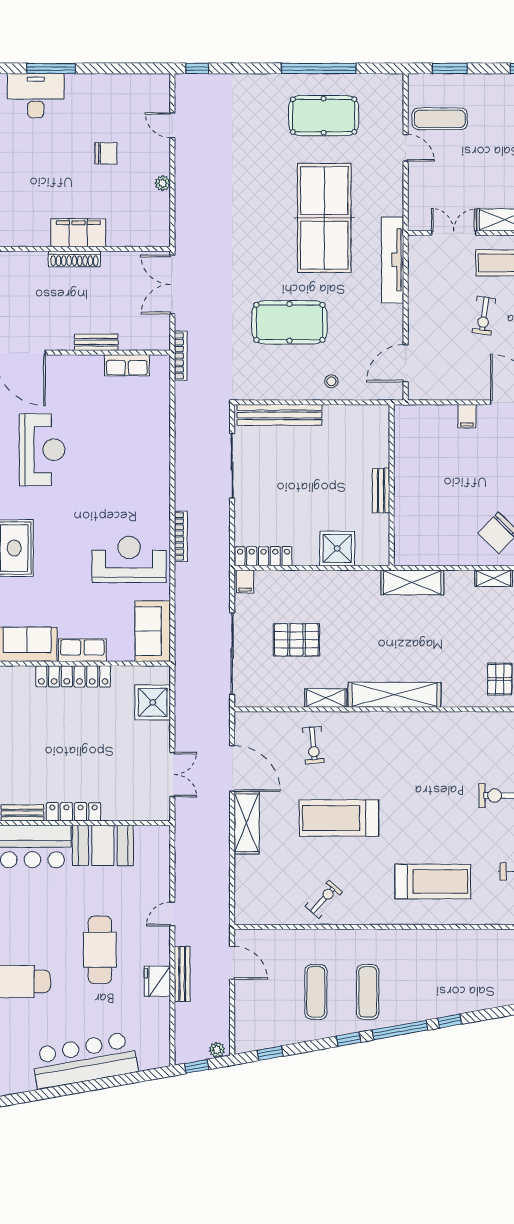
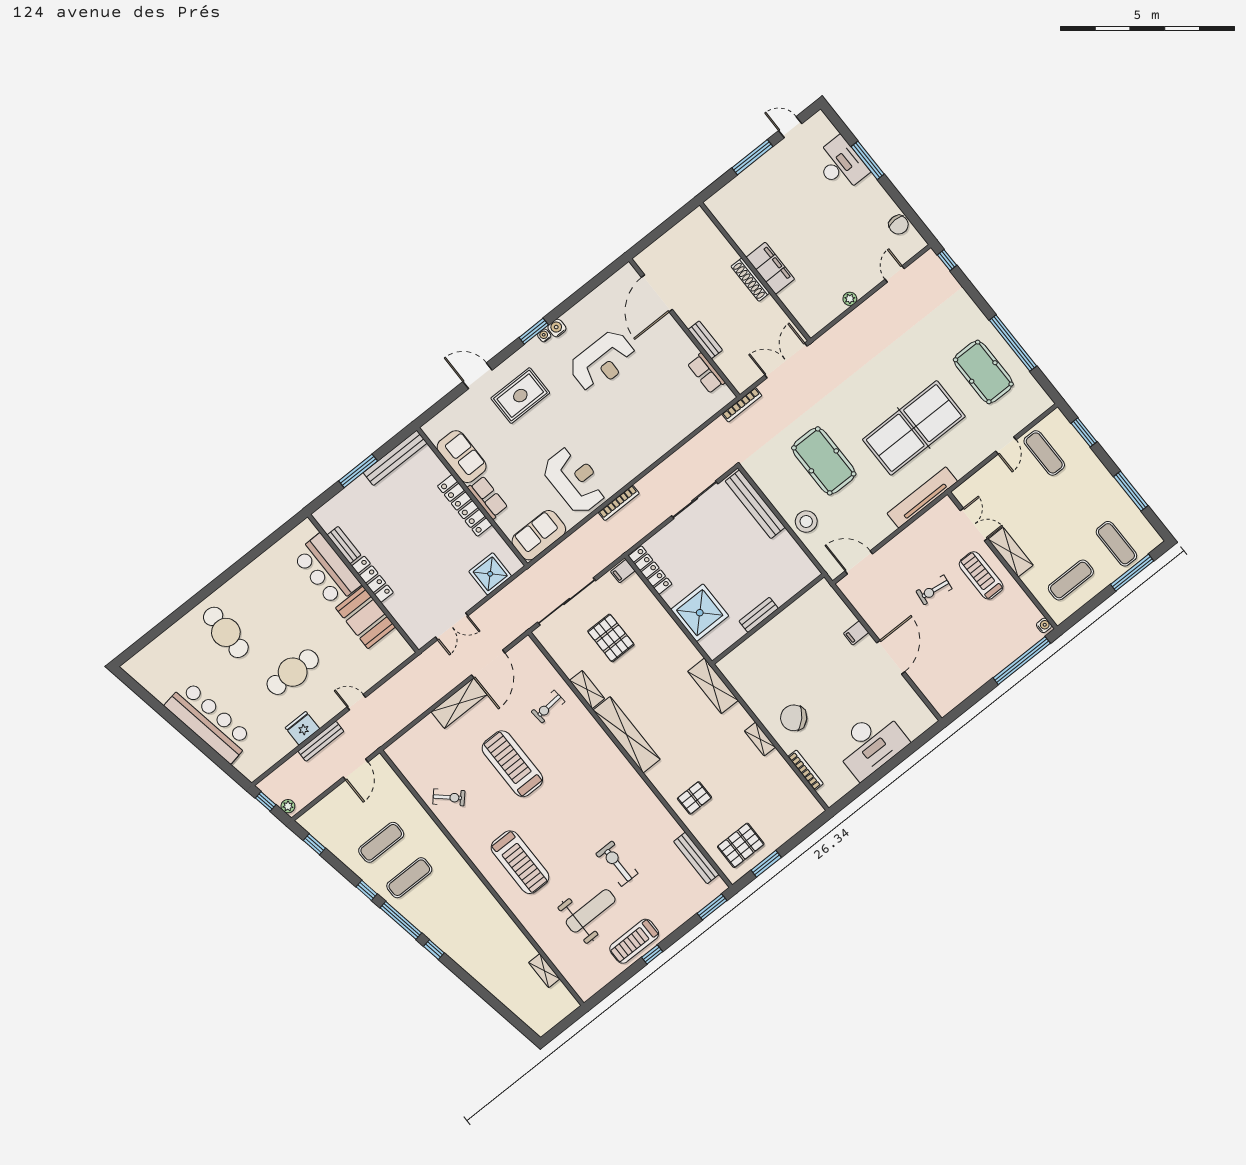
chair: (106, 153) -> (899, 225), moved
stool: (331, 381) -> (806, 522), width x1.89, depth x1.89
shower: (337, 548) -> (700, 613), width x1.37, depth x1.37

